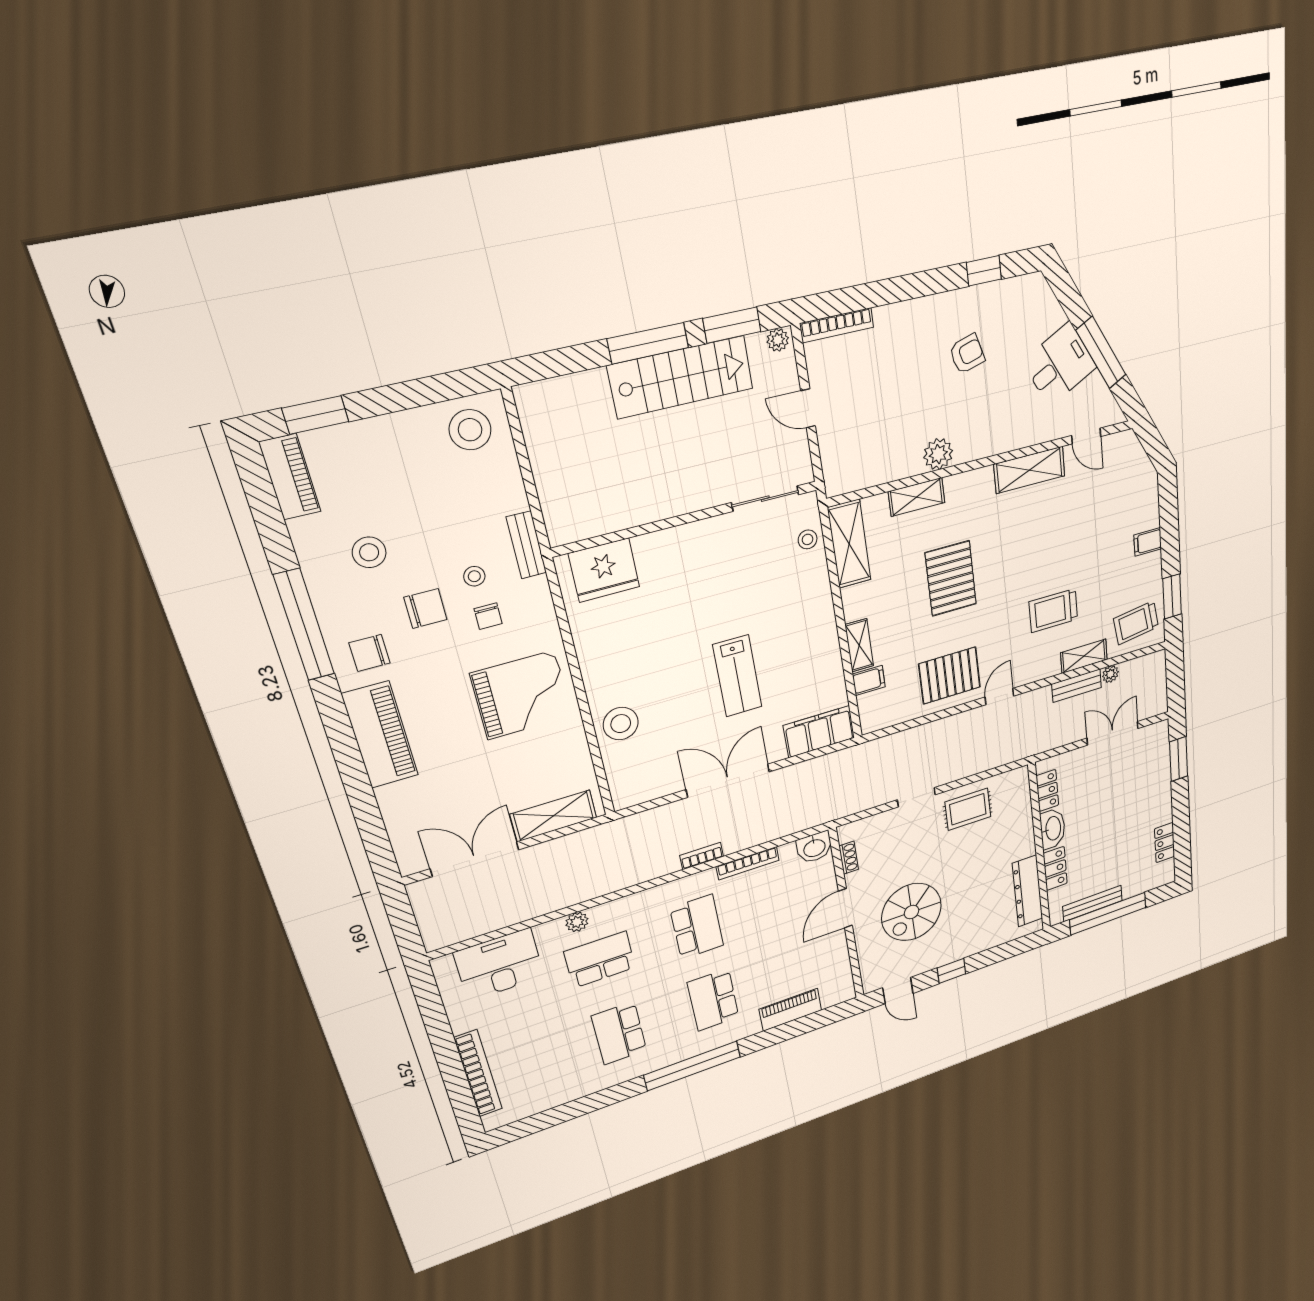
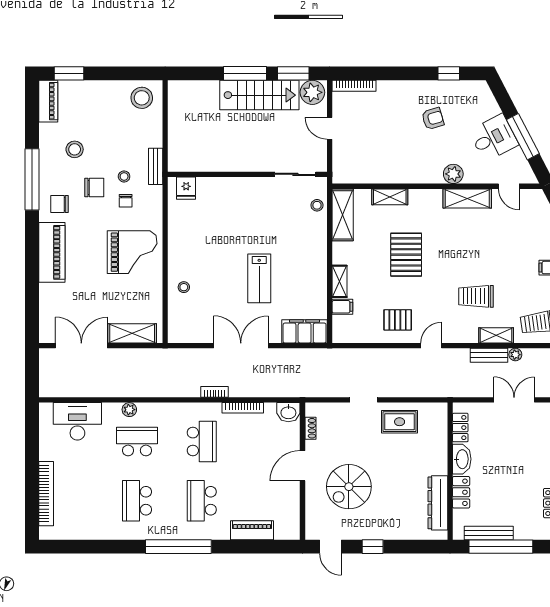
plant: (778, 340) -> (312, 92), width x1.87, depth x1.87
plant: (938, 454) -> (453, 174), moved
fridge: (604, 570) -> (186, 188), width x0.53, depth x0.75
pallet: (950, 675) -> (398, 320), width x0.67, depth x0.71
stool: (621, 724) -> (184, 287), width x0.53, depth x0.53

